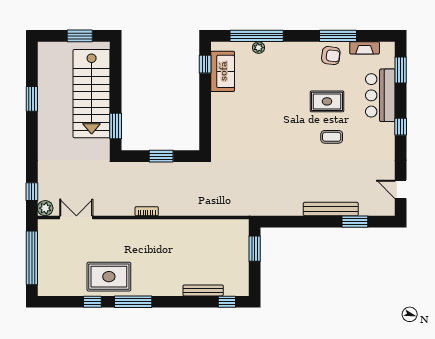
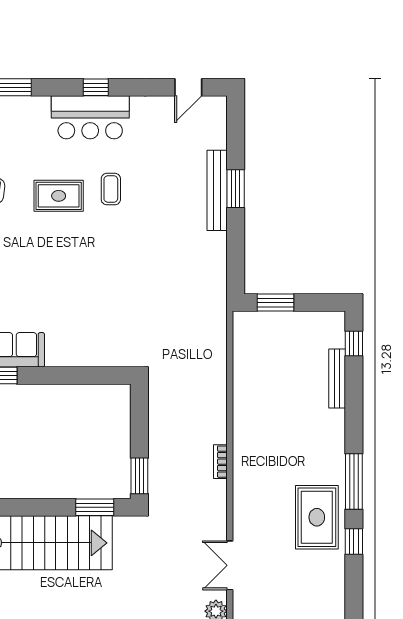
bar counter: (380, 95) -> (90, 117), moved
rug: (327, 101) -> (59, 196), turned 90
window: (161, 156) -> (139, 476), moved
window: (355, 222) -> (236, 189), moved

